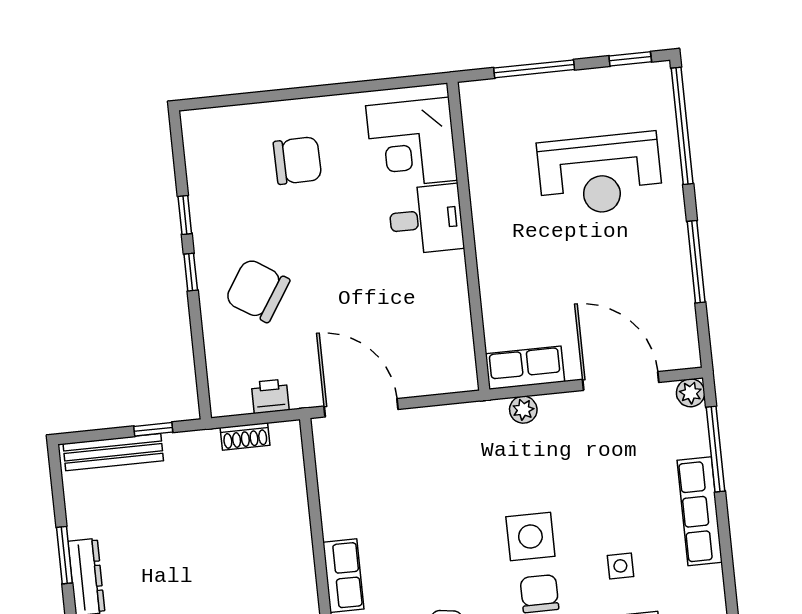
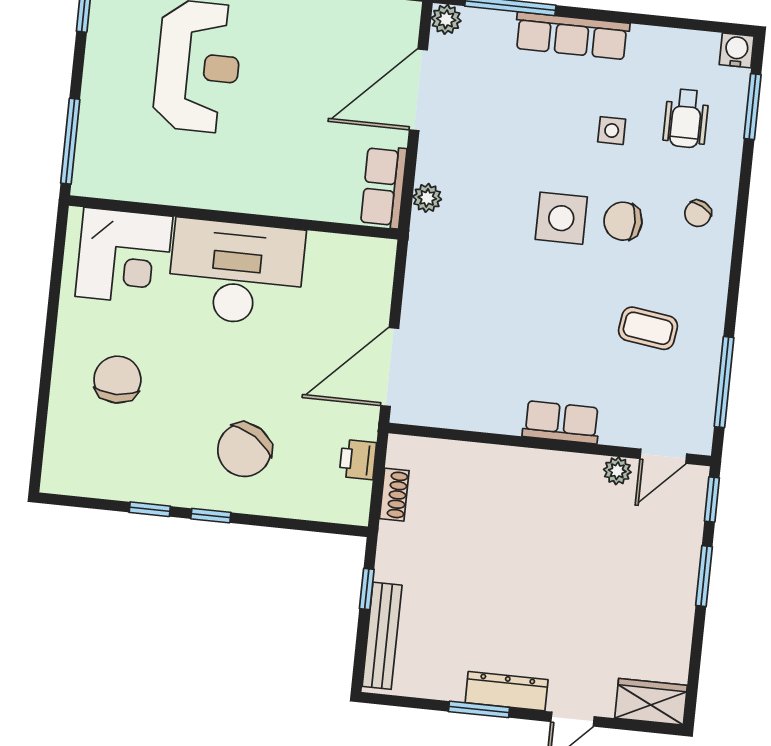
window: (534, 69) -> (70, 141), moved
desk: (426, 219) -> (236, 272), width x1.87, depth x1.30

